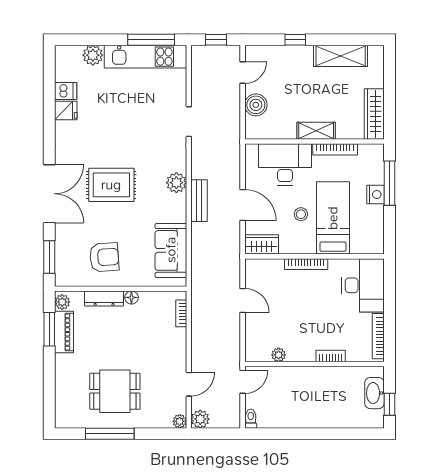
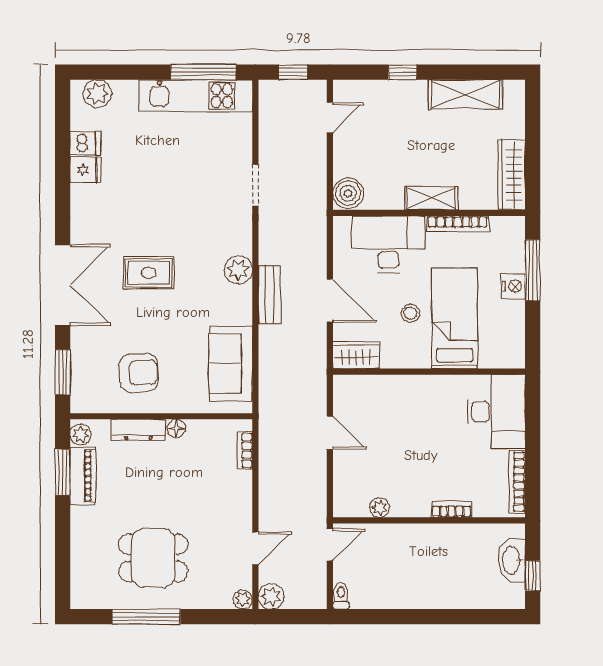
plant: (93, 55) -> (97, 94), moved
boiler: (256, 105) -> (348, 193), moved
rug: (111, 185) -> (149, 273), width x0.73, depth x0.70
bookcase: (306, 264) -> (418, 382), removed

